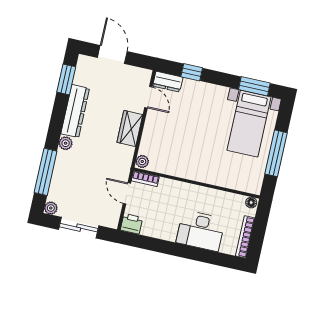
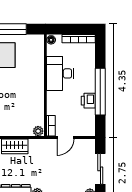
printer: (132, 224) -> (88, 101), moved
desk: (201, 231) -> (60, 73), moved, turned 180
window: (174, 249) -> (100, 92), added

